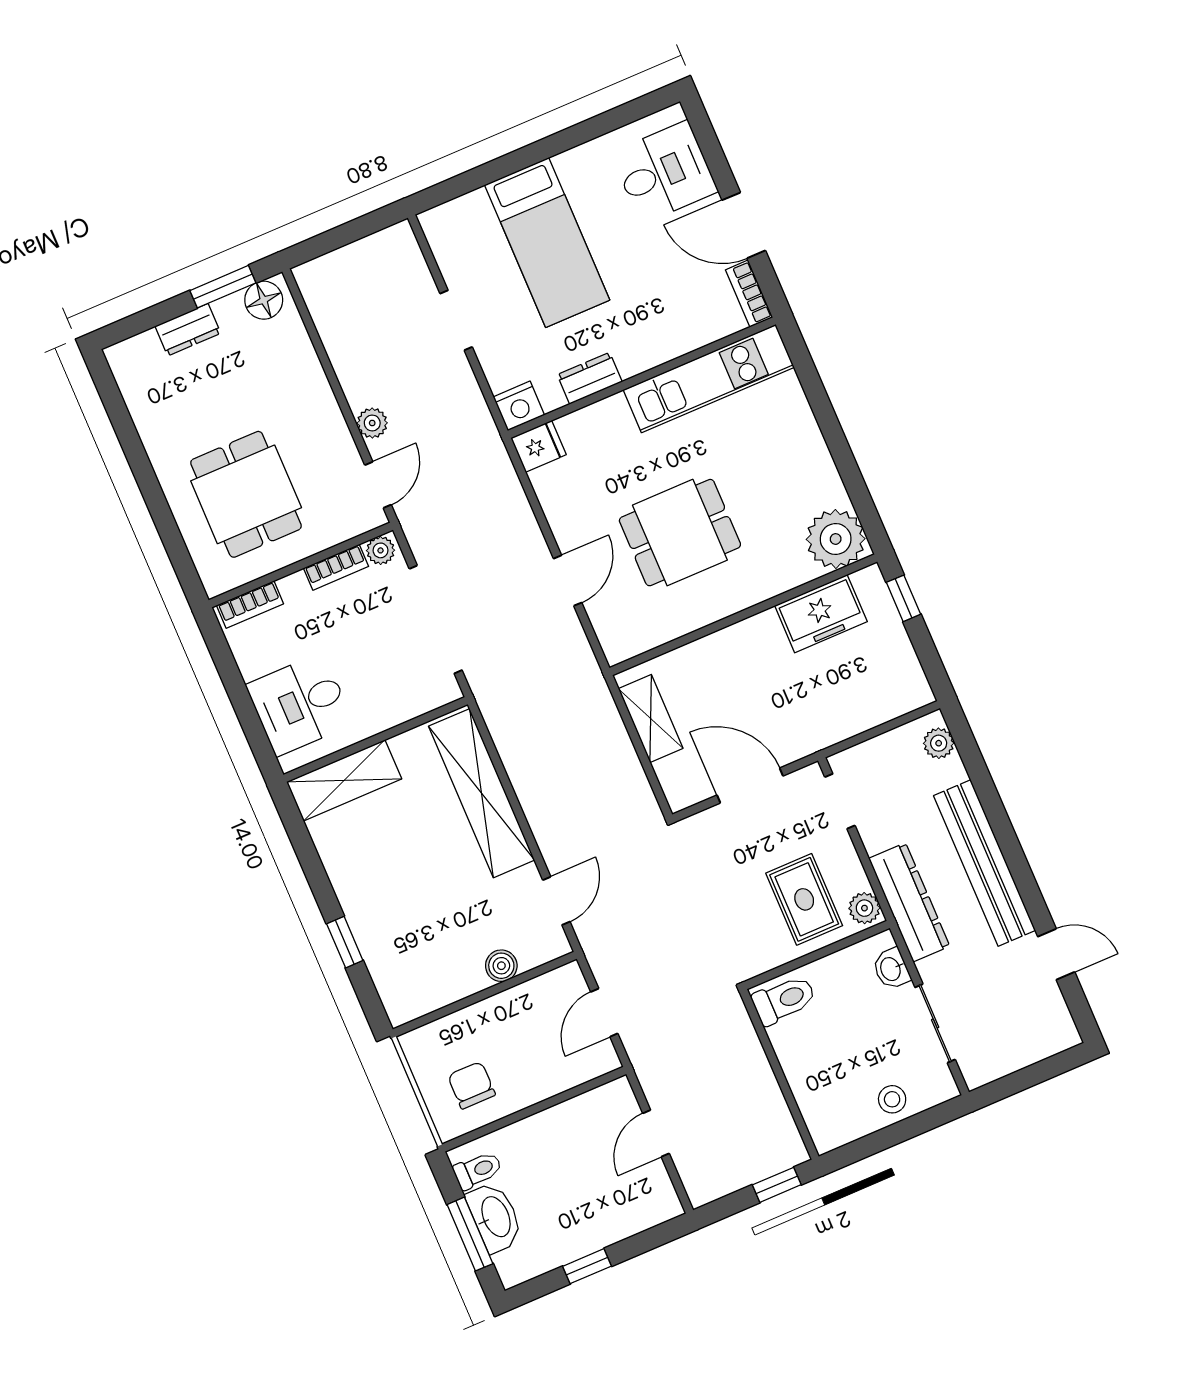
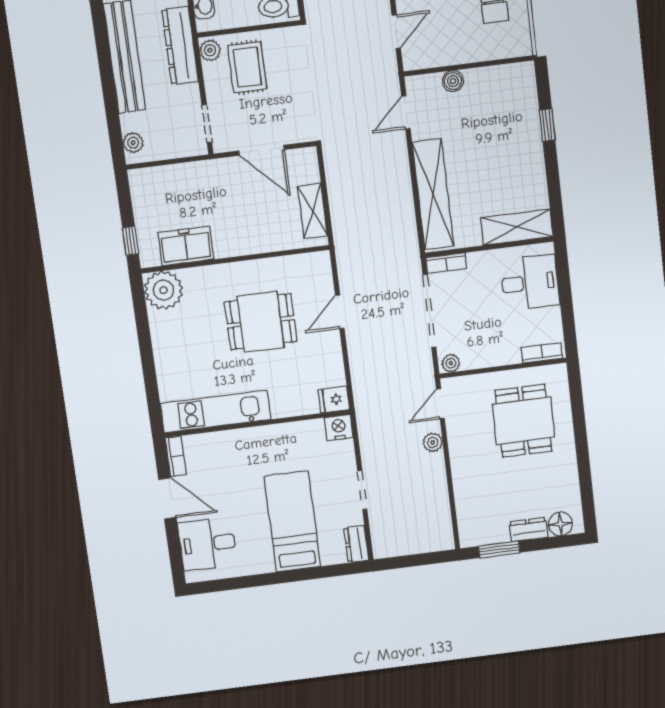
floor lamp: (264, 300) -> (560, 524), moved
dresser: (590, 378) -> (356, 544), moved, turned 90
bookcase: (336, 567) -> (446, 263), moved, turned 180

